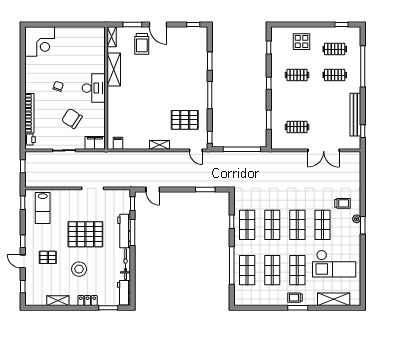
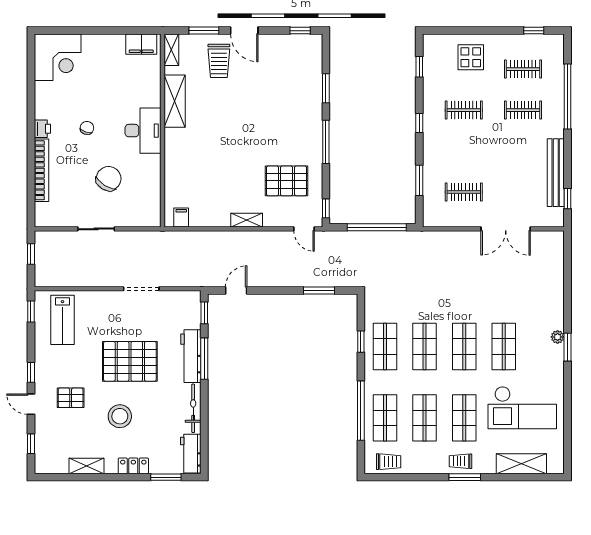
chair: (72, 118) -> (109, 179), turned 89
printer: (30, 140) -> (42, 129), moved
filing cabinet: (95, 143) -> (141, 44), moved, turned 180
door: (153, 189) -> (236, 290), swing flipped
trolley: (343, 203) -> (389, 462), moved

